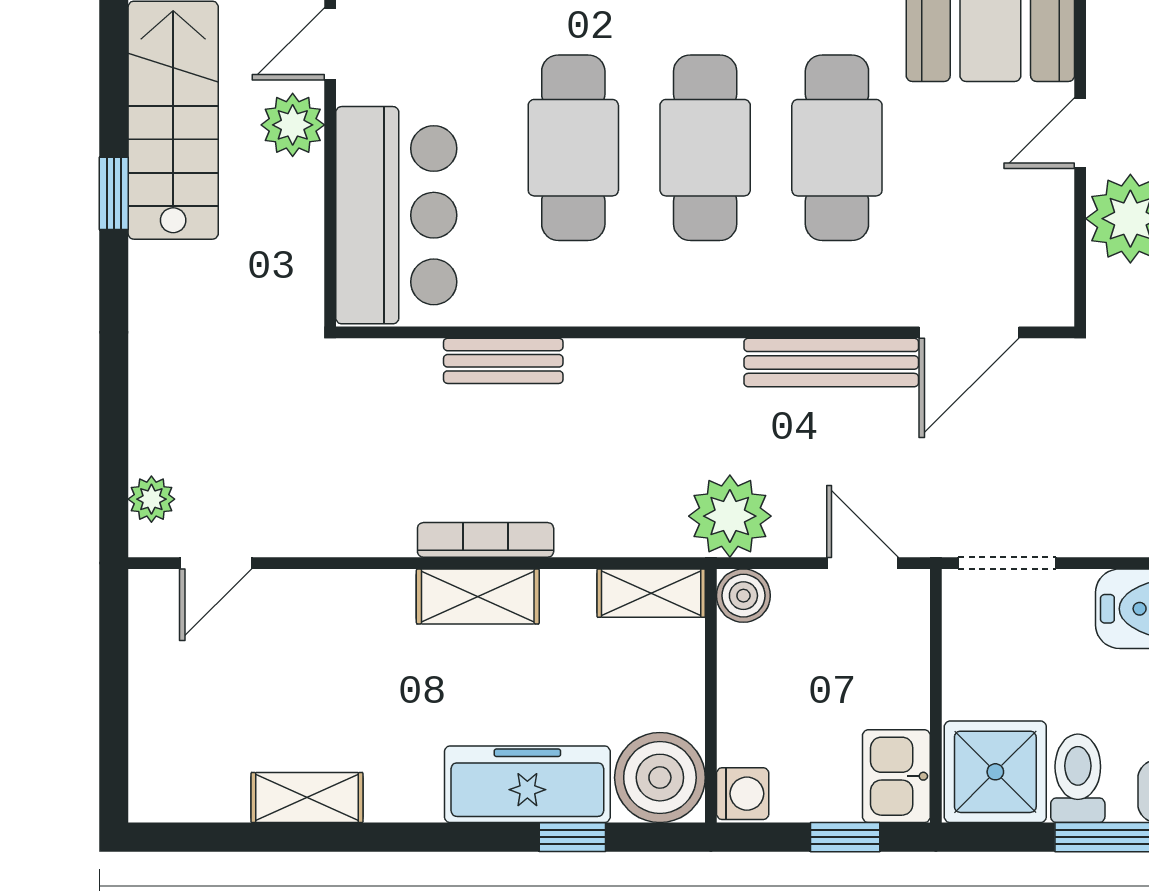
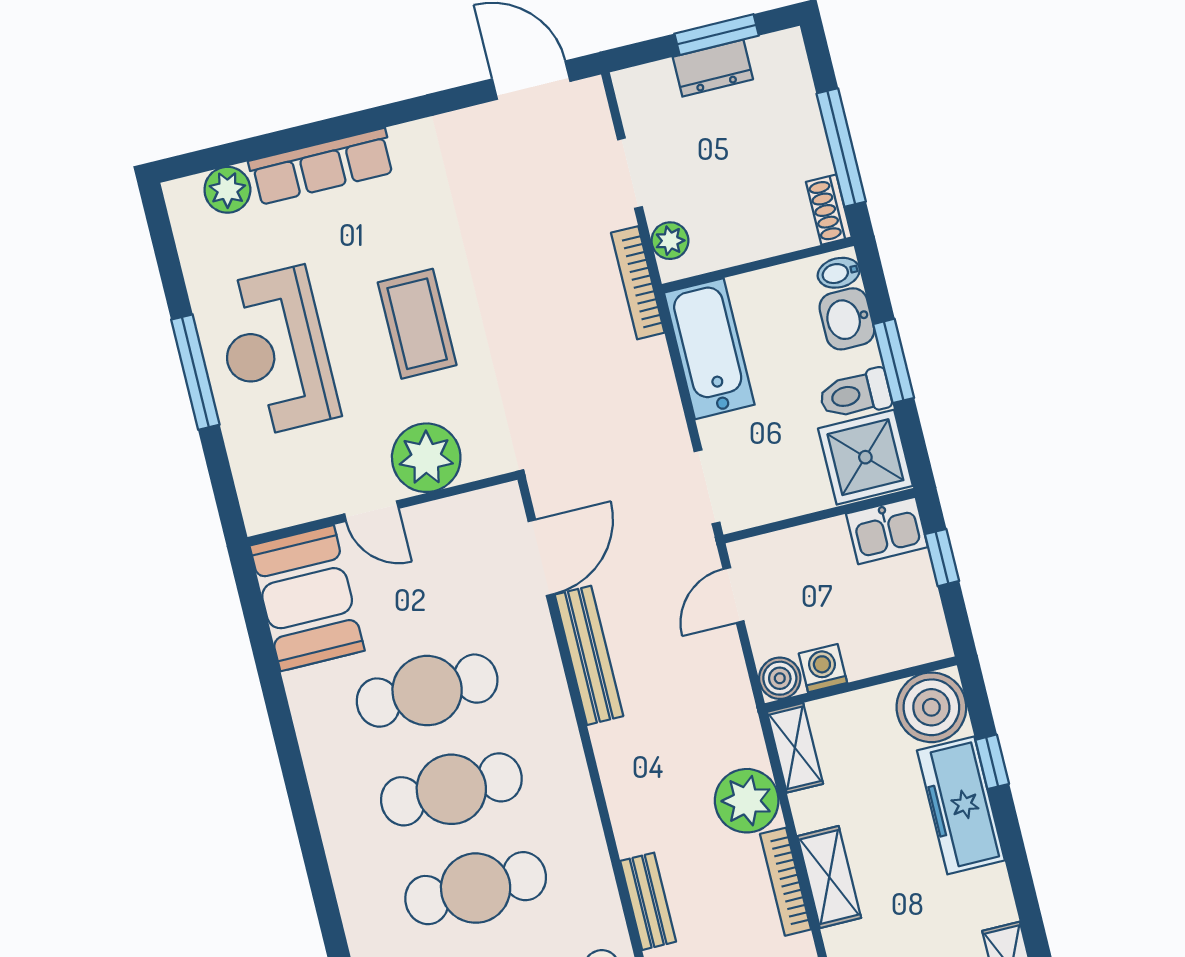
door: (969, 332) -> (541, 558), hinge flipped
plant: (730, 516) -> (747, 801), moved
washing machine: (743, 794) -> (823, 668), moved

